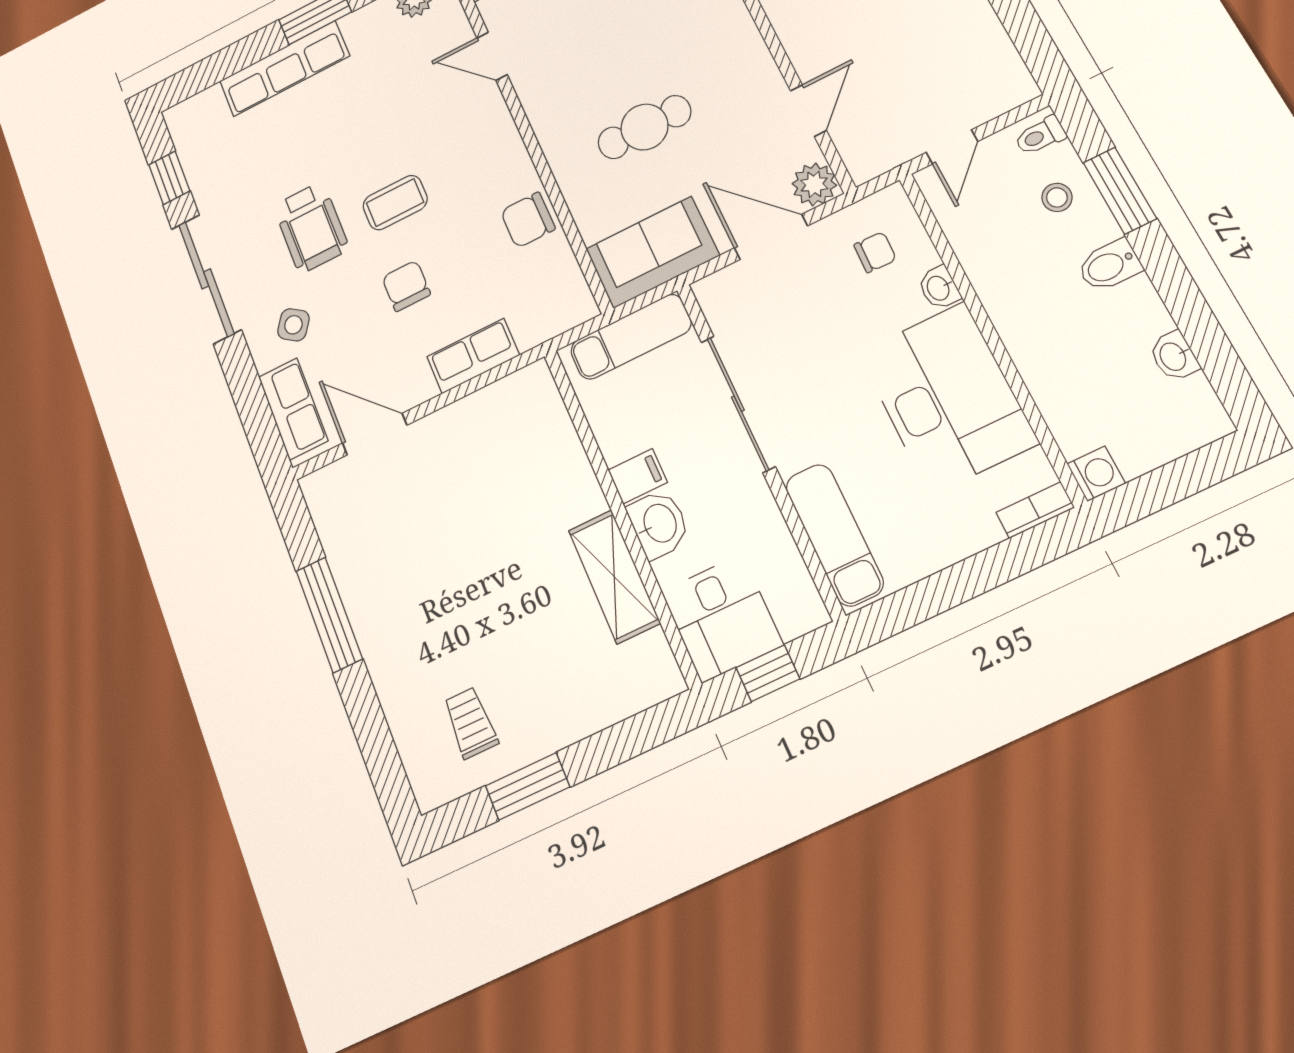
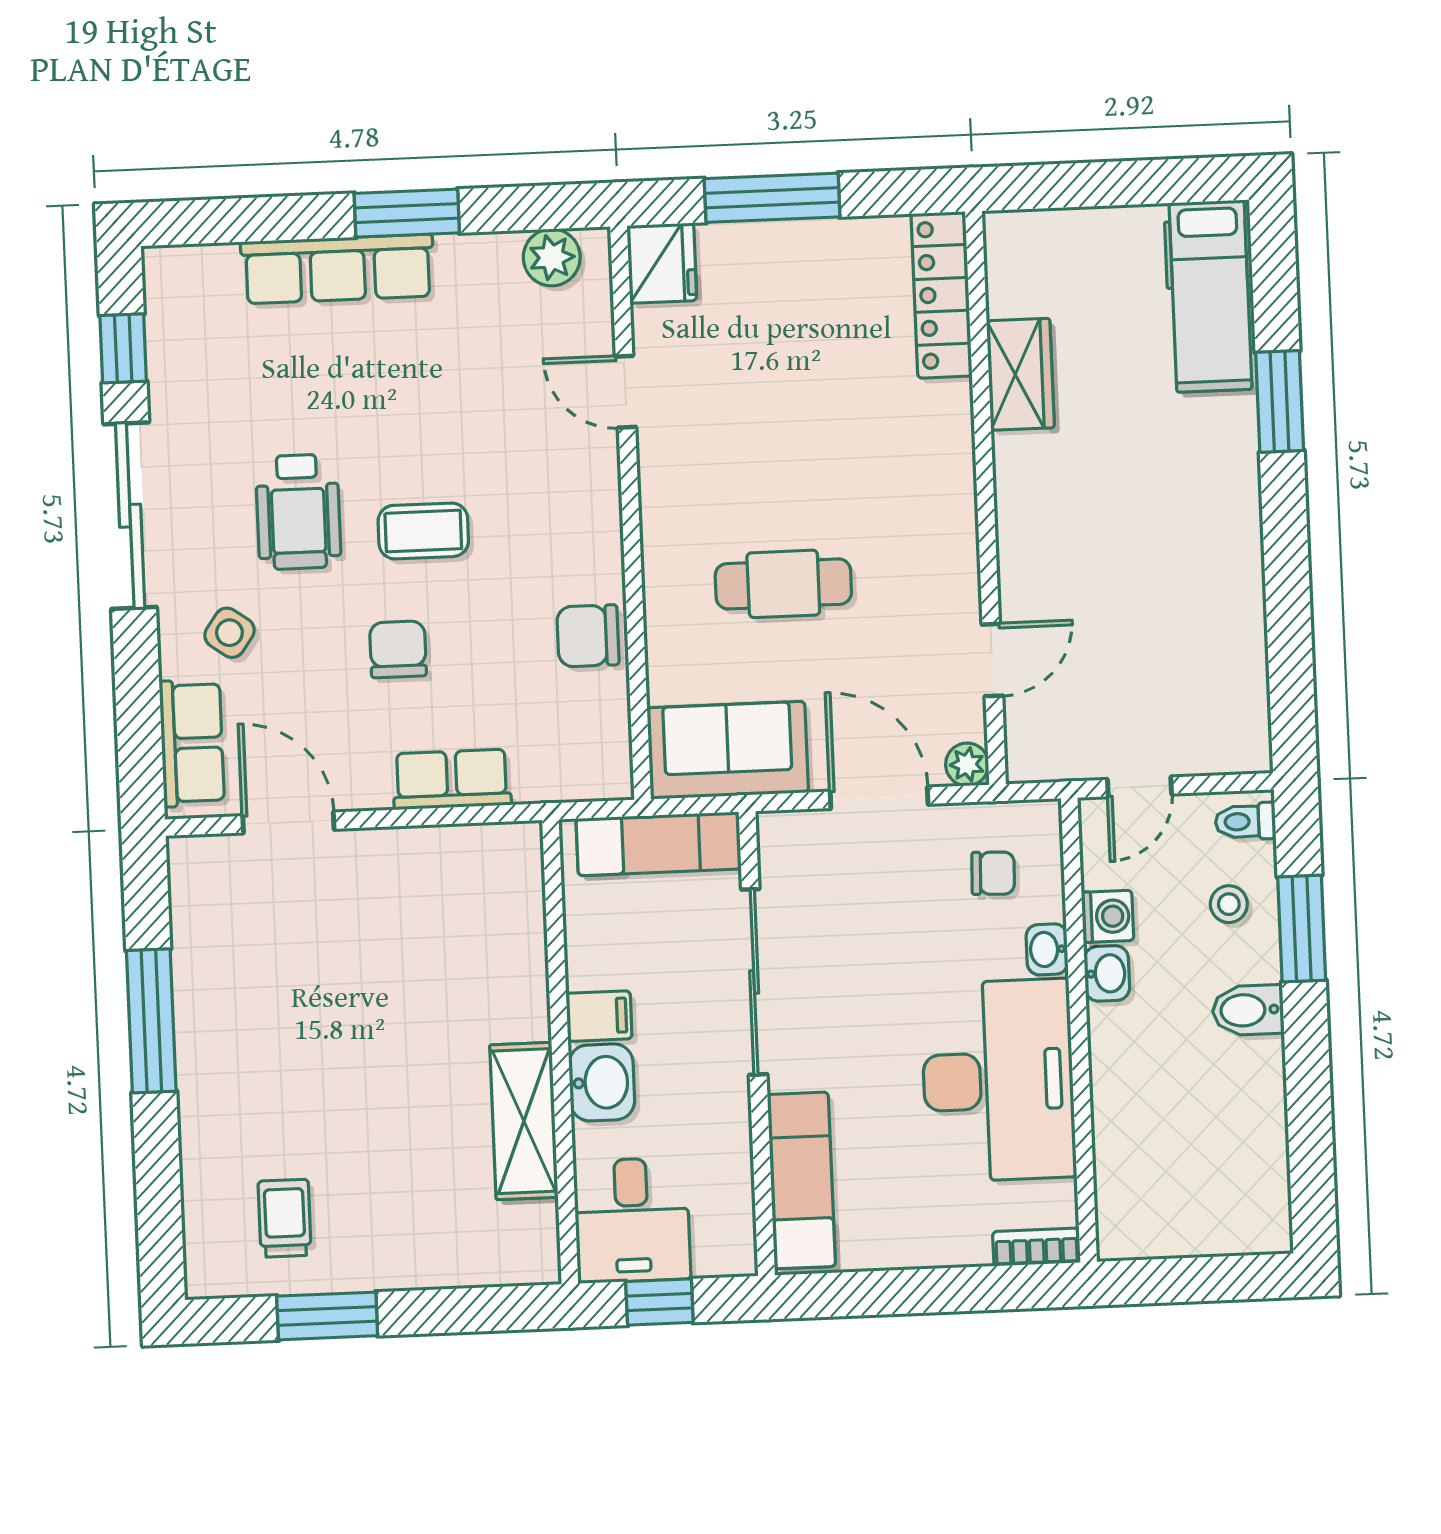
plant: (814, 184) -> (967, 764), width x0.73, depth x0.73
washbasin: (1174, 356) -> (1107, 973), moved, turned 180
washing machine: (1096, 474) -> (1108, 916), moved

